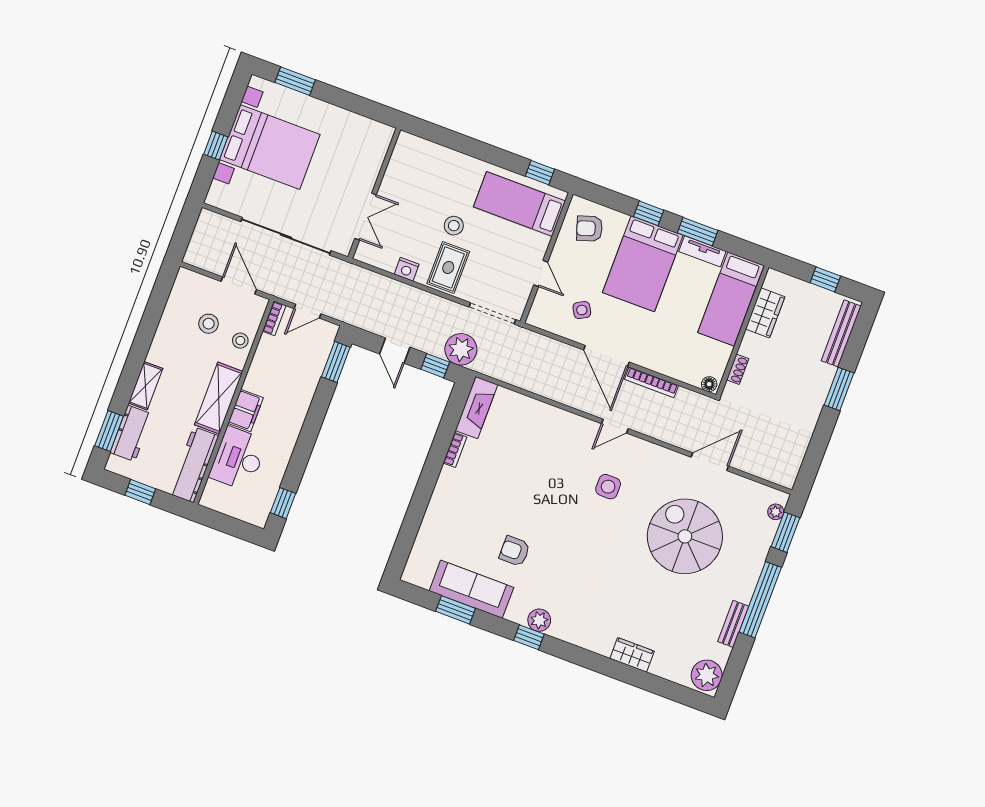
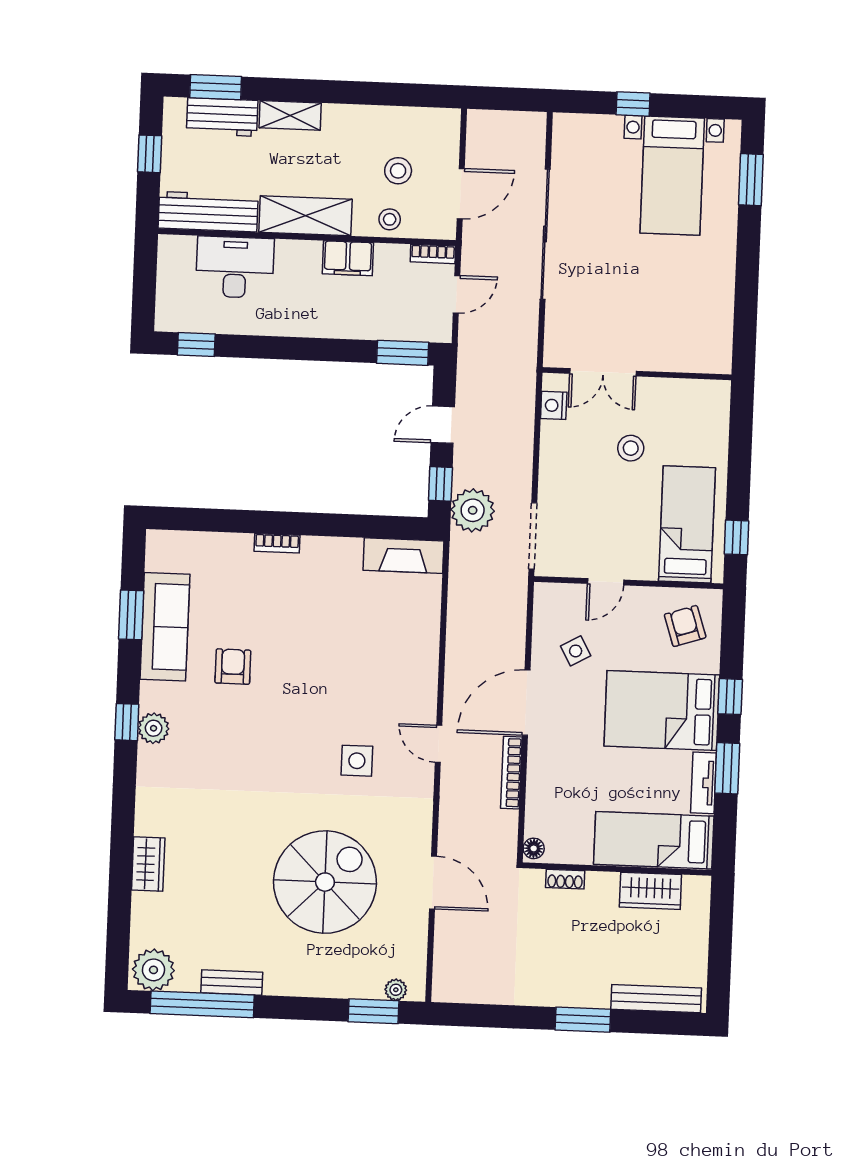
bed with nightstands: (270, 147) -> (672, 176), width x0.73
wall: (374, 193) -> (637, 374), moved
double door: (366, 217) -> (603, 372), moved
rug: (448, 268) -> (574, 459), removed
window: (825, 279) -> (720, 955), removed
door: (307, 311) -> (457, 294), swing flipped
filing cabinet: (246, 411) -> (348, 258), moved
bookcase: (455, 450) -> (277, 543), moved
window: (760, 600) -> (202, 1004), moved

